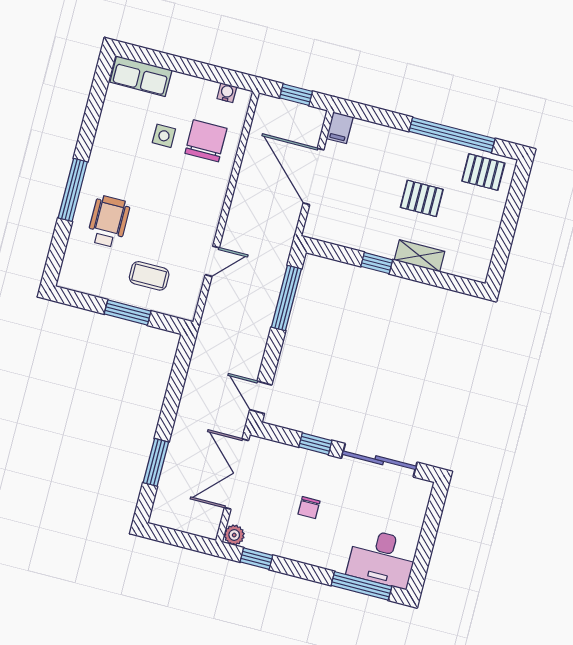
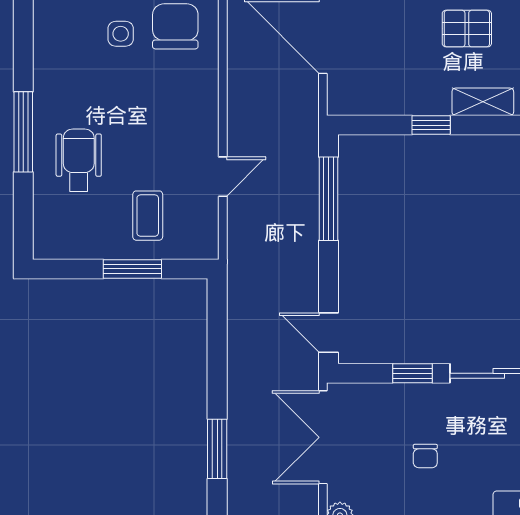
coffee table: (149, 276) -> (148, 216), turned 90

